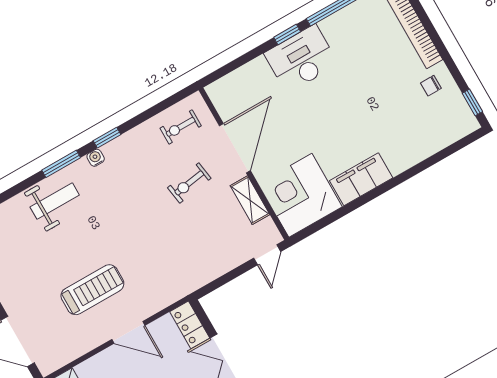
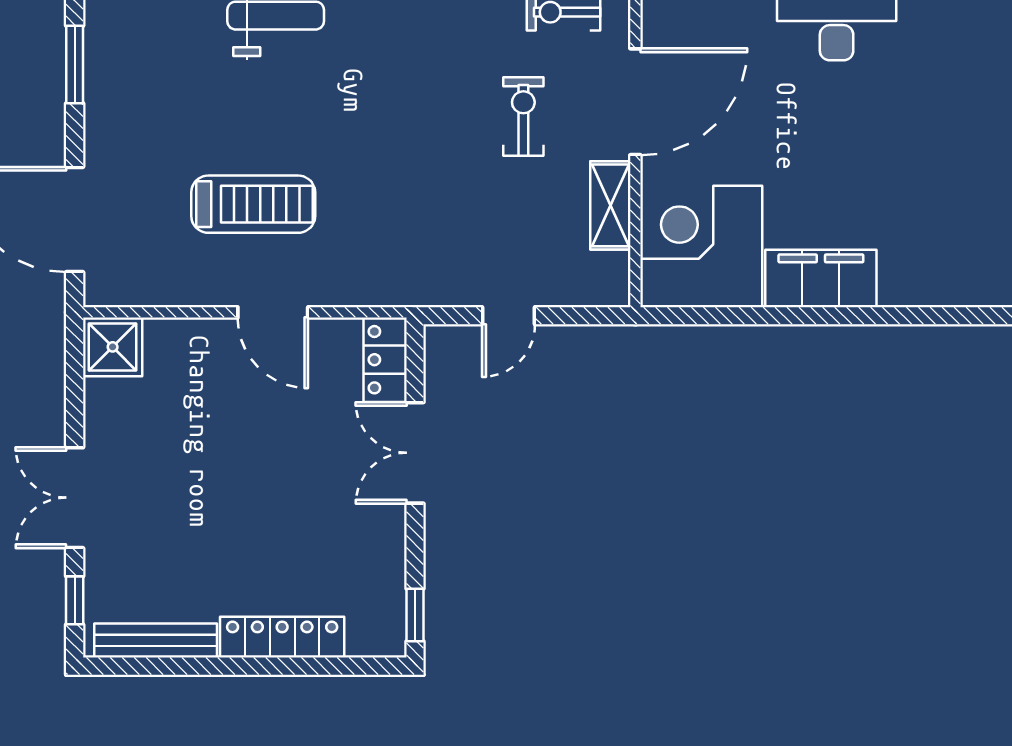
exercise bike: (189, 183) -> (523, 116), turned 99
door: (267, 255) -> (509, 316), moved

